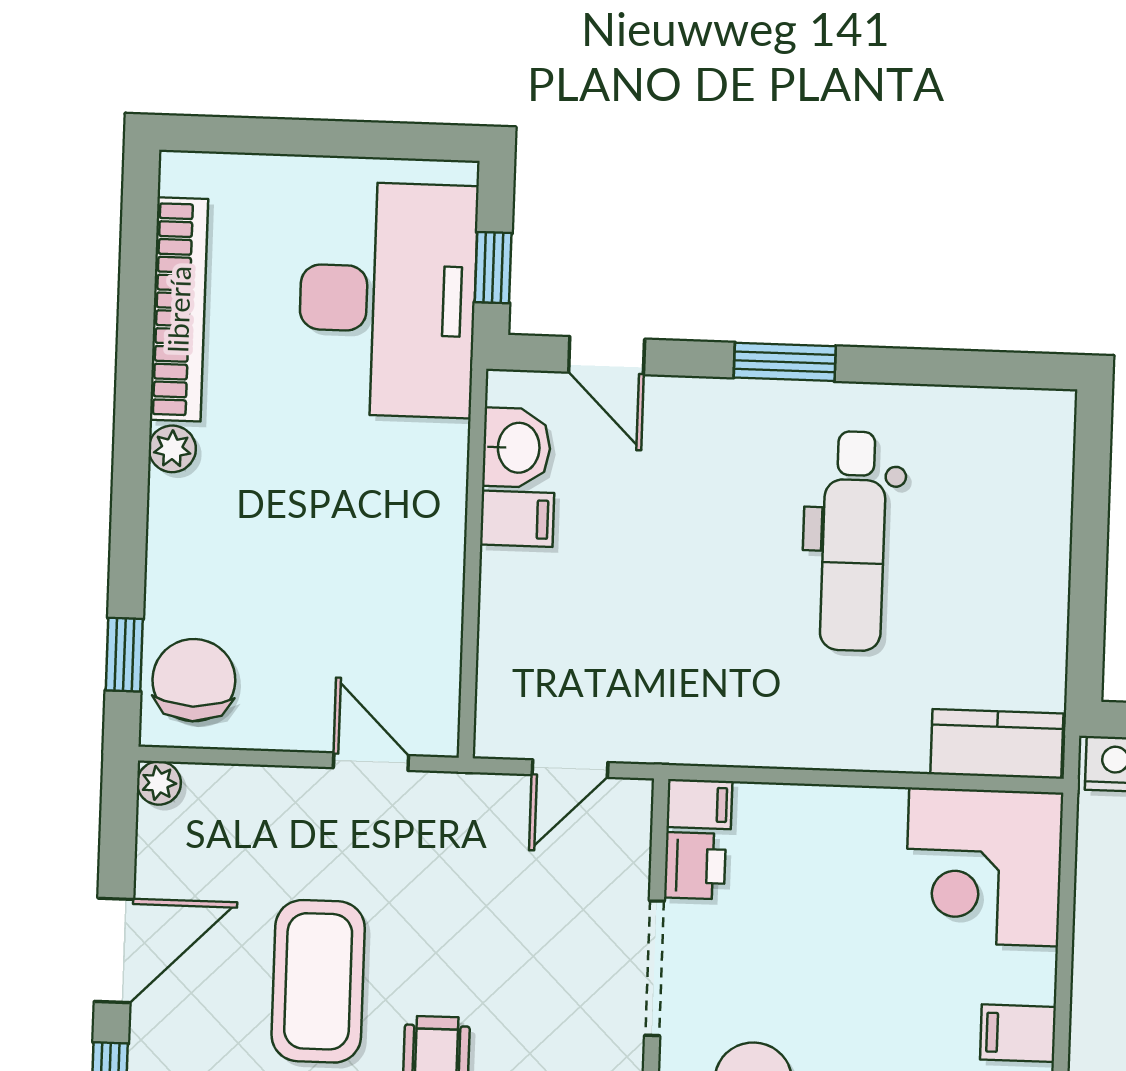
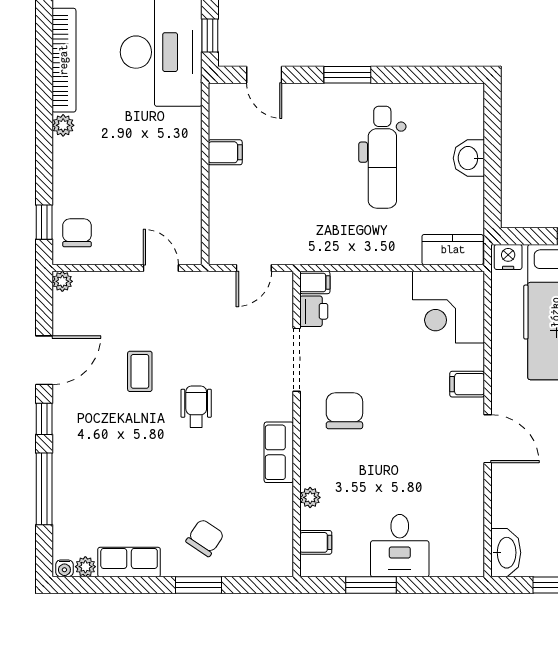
washbasin: (517, 448) -> (469, 158), moved, turned 180
chair: (194, 680) -> (77, 233), width x0.73, depth x0.73
coffee table: (318, 981) -> (140, 371), width x0.54, depth x0.58

